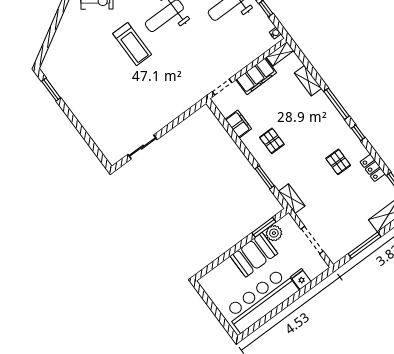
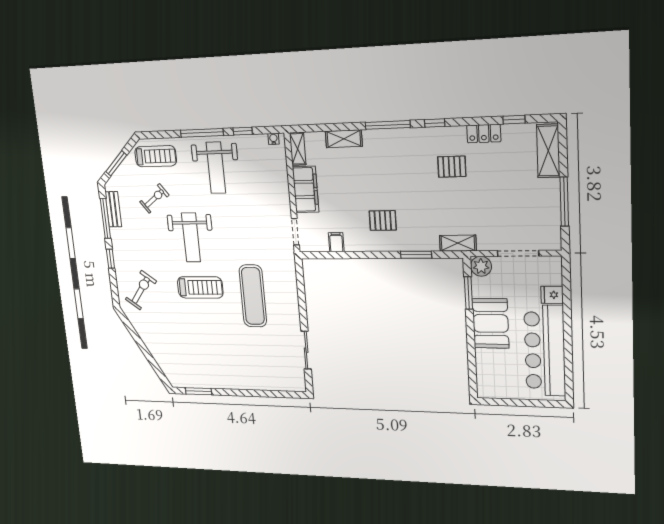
exercise mat: (154, 86) -> (253, 296), added
filing cabinet: (238, 124) -> (336, 242), width x0.50
plant: (274, 233) -> (481, 266), moved

